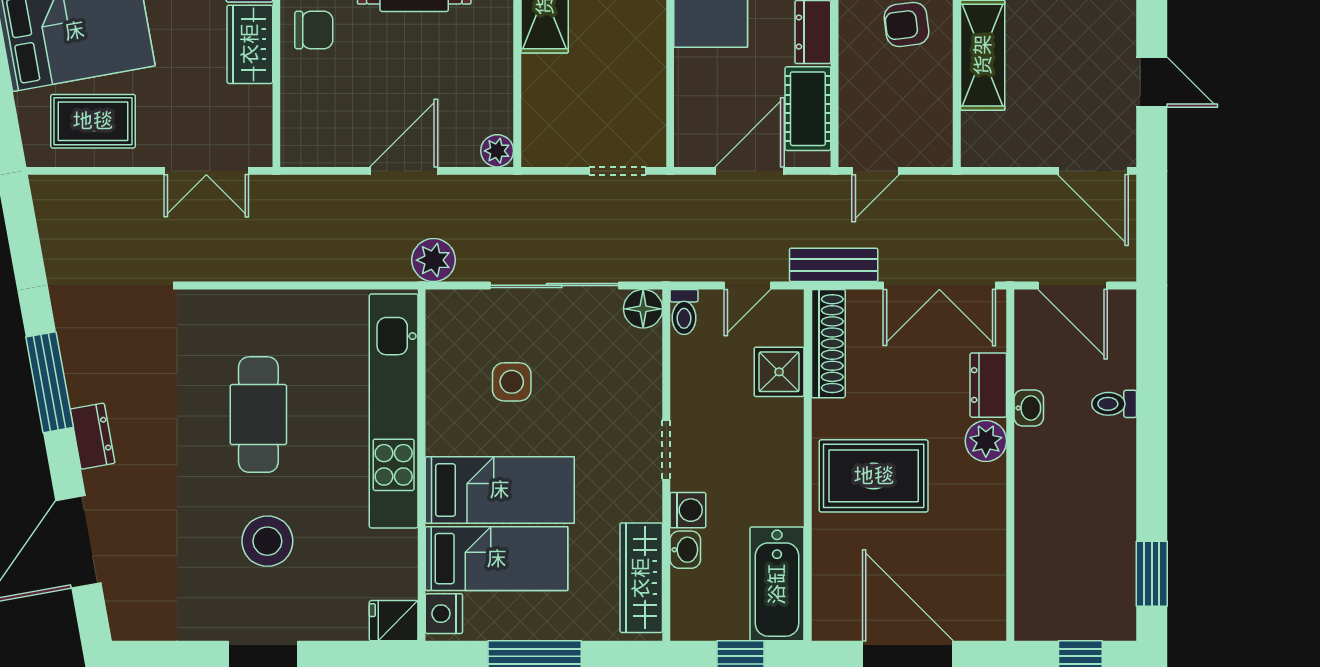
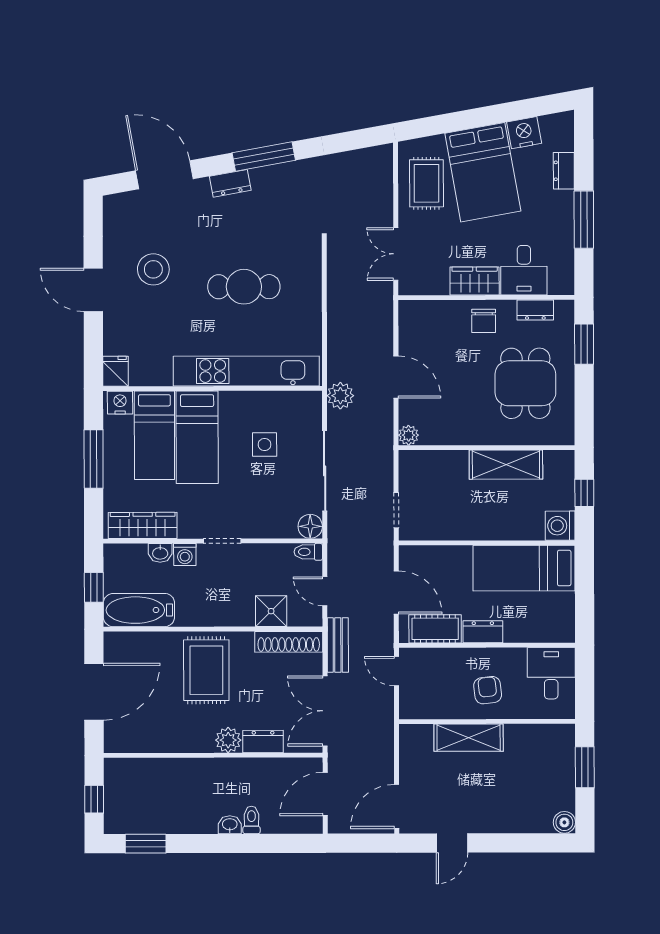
washbasin: (1029, 408) -> (230, 825), moved, turned 180
stool: (267, 541) -> (153, 269), moved

